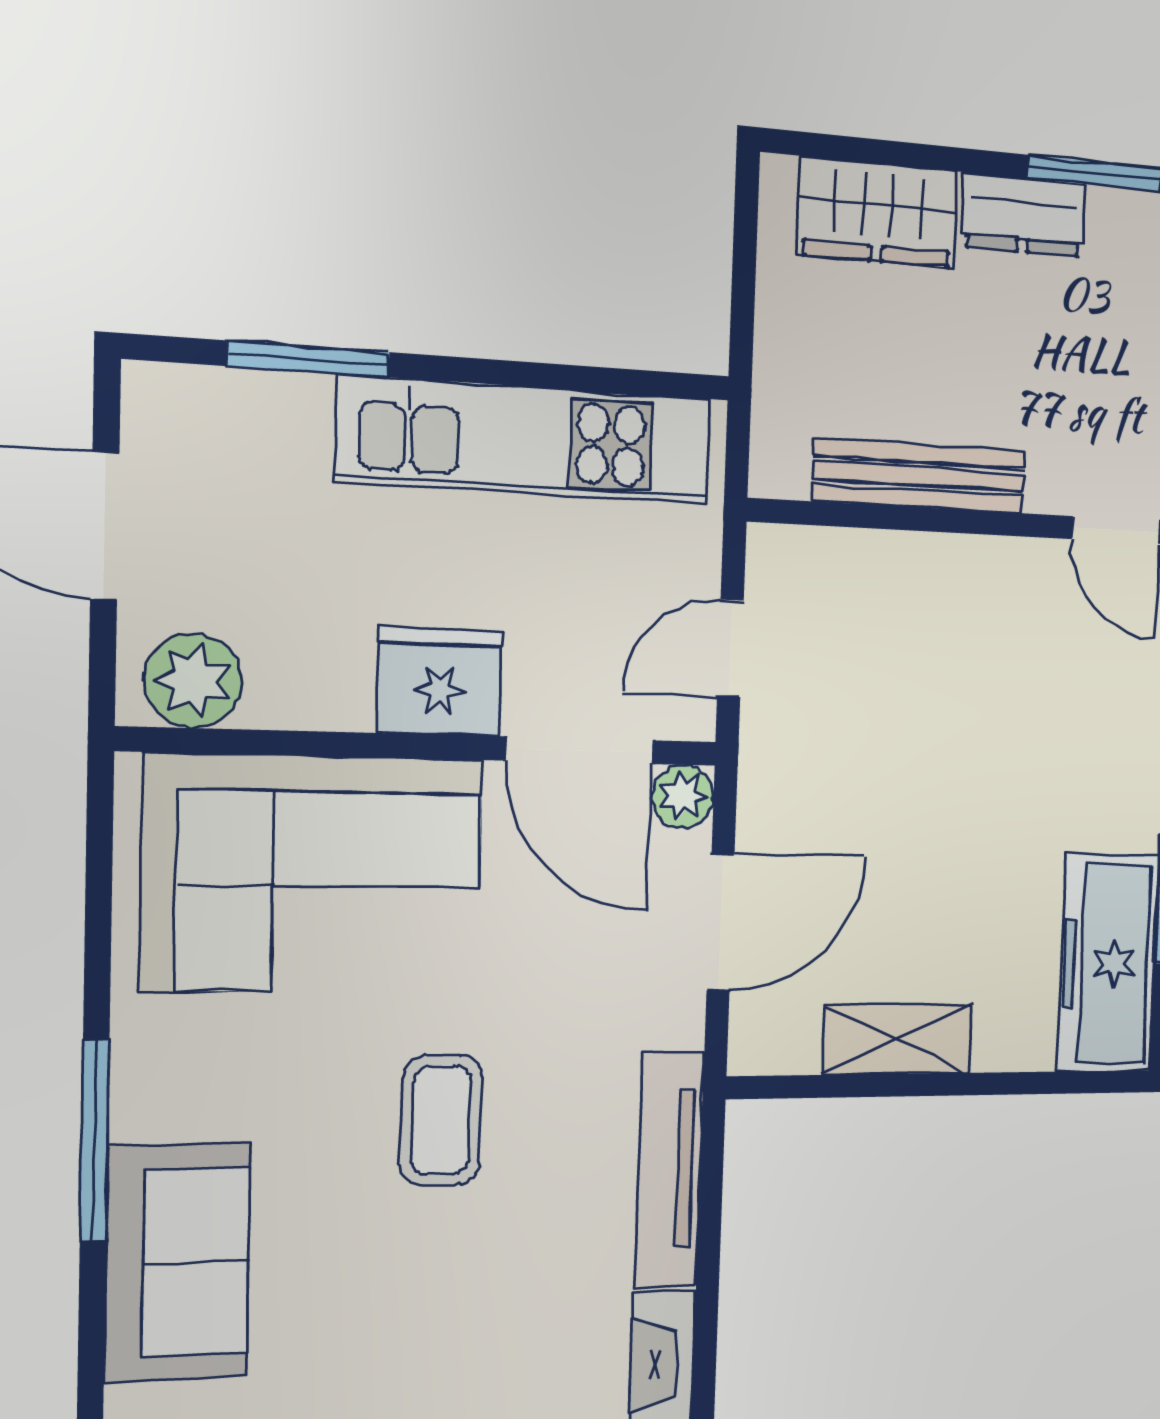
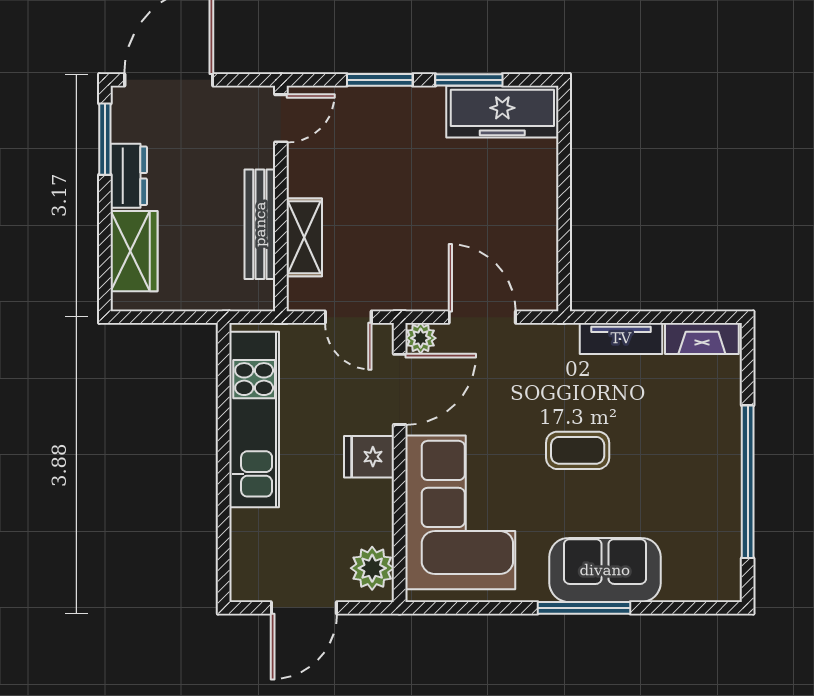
window: (308, 359) -> (224, 520), removed
fridge: (439, 682) -> (369, 457), width x0.72
shelving: (898, 1039) -> (304, 237), moved
tv unit: (669, 1170) -> (621, 338), width x0.71
sofa: (178, 1262) -> (605, 570), moved

